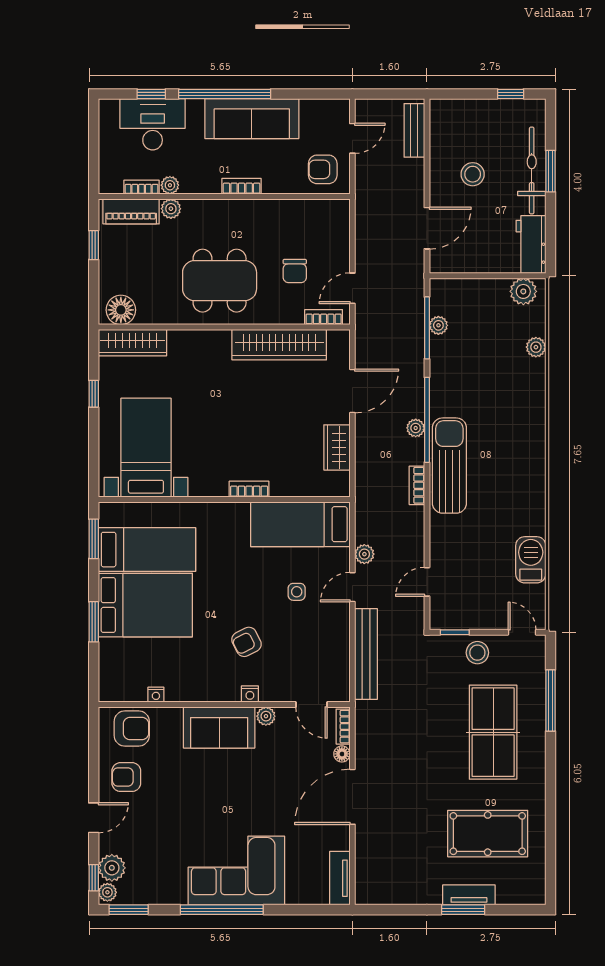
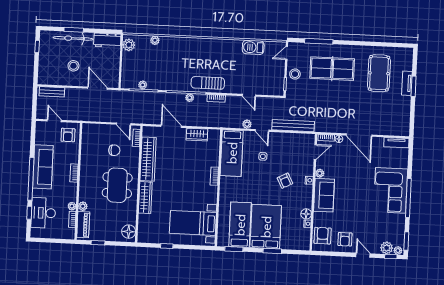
wardrobe: (133, 343) -> (145, 198), moved
sun lounger: (449, 466) -> (208, 83), width x0.73, depth x0.75
door: (427, 582) -> (249, 95), moved
floor lamp: (177, 691) -> (306, 214), added

